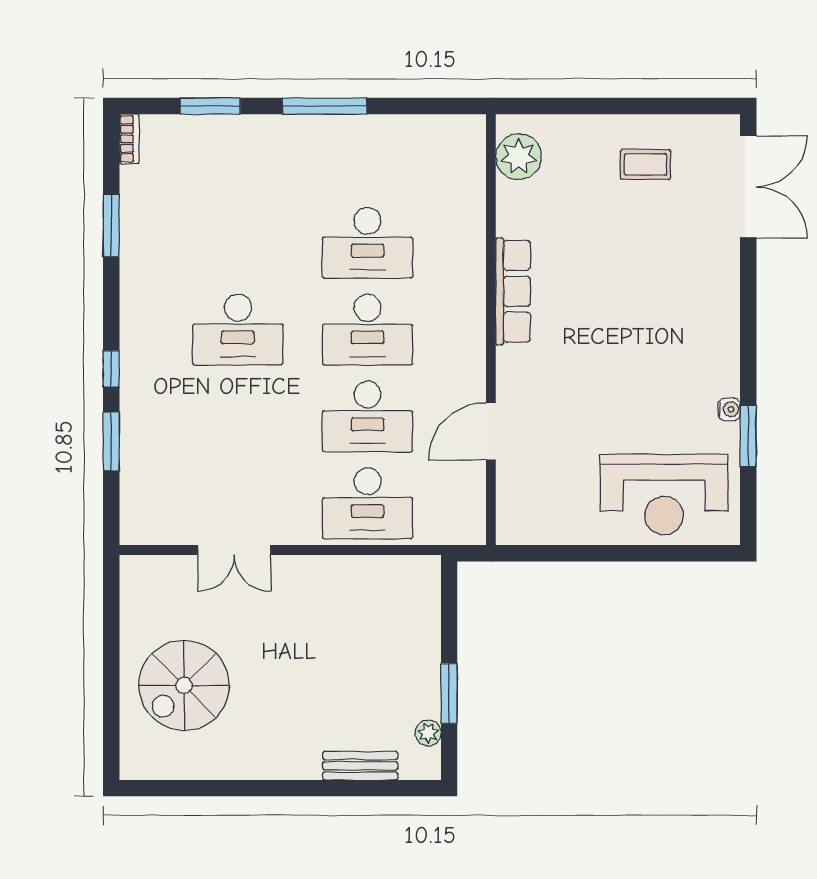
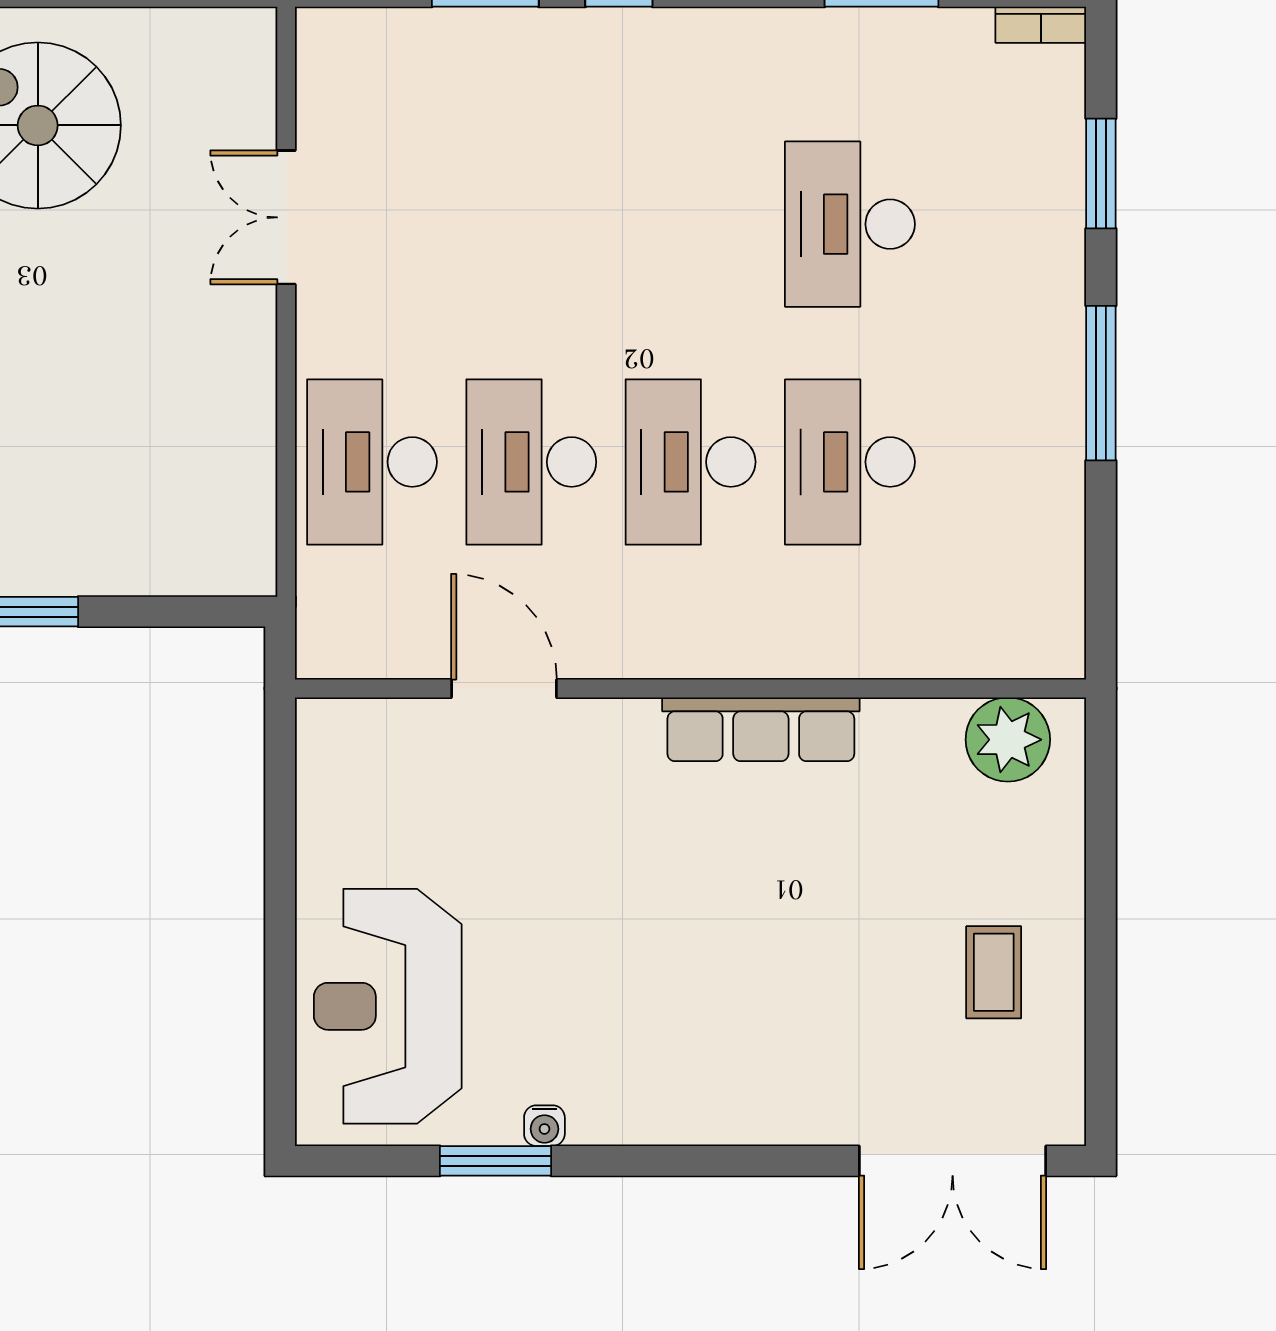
desk: (238, 330) -> (850, 224), moved

